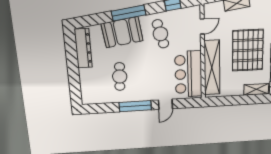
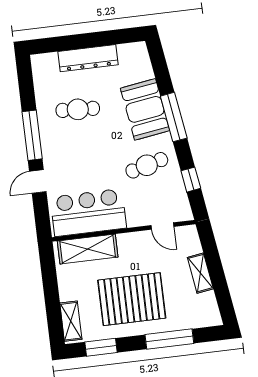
dresser: (83, 48) -> (88, 58), moved
shelving: (212, 68) -> (88, 249), width x0.68
door: (165, 104) -> (38, 181), hinge flipped

